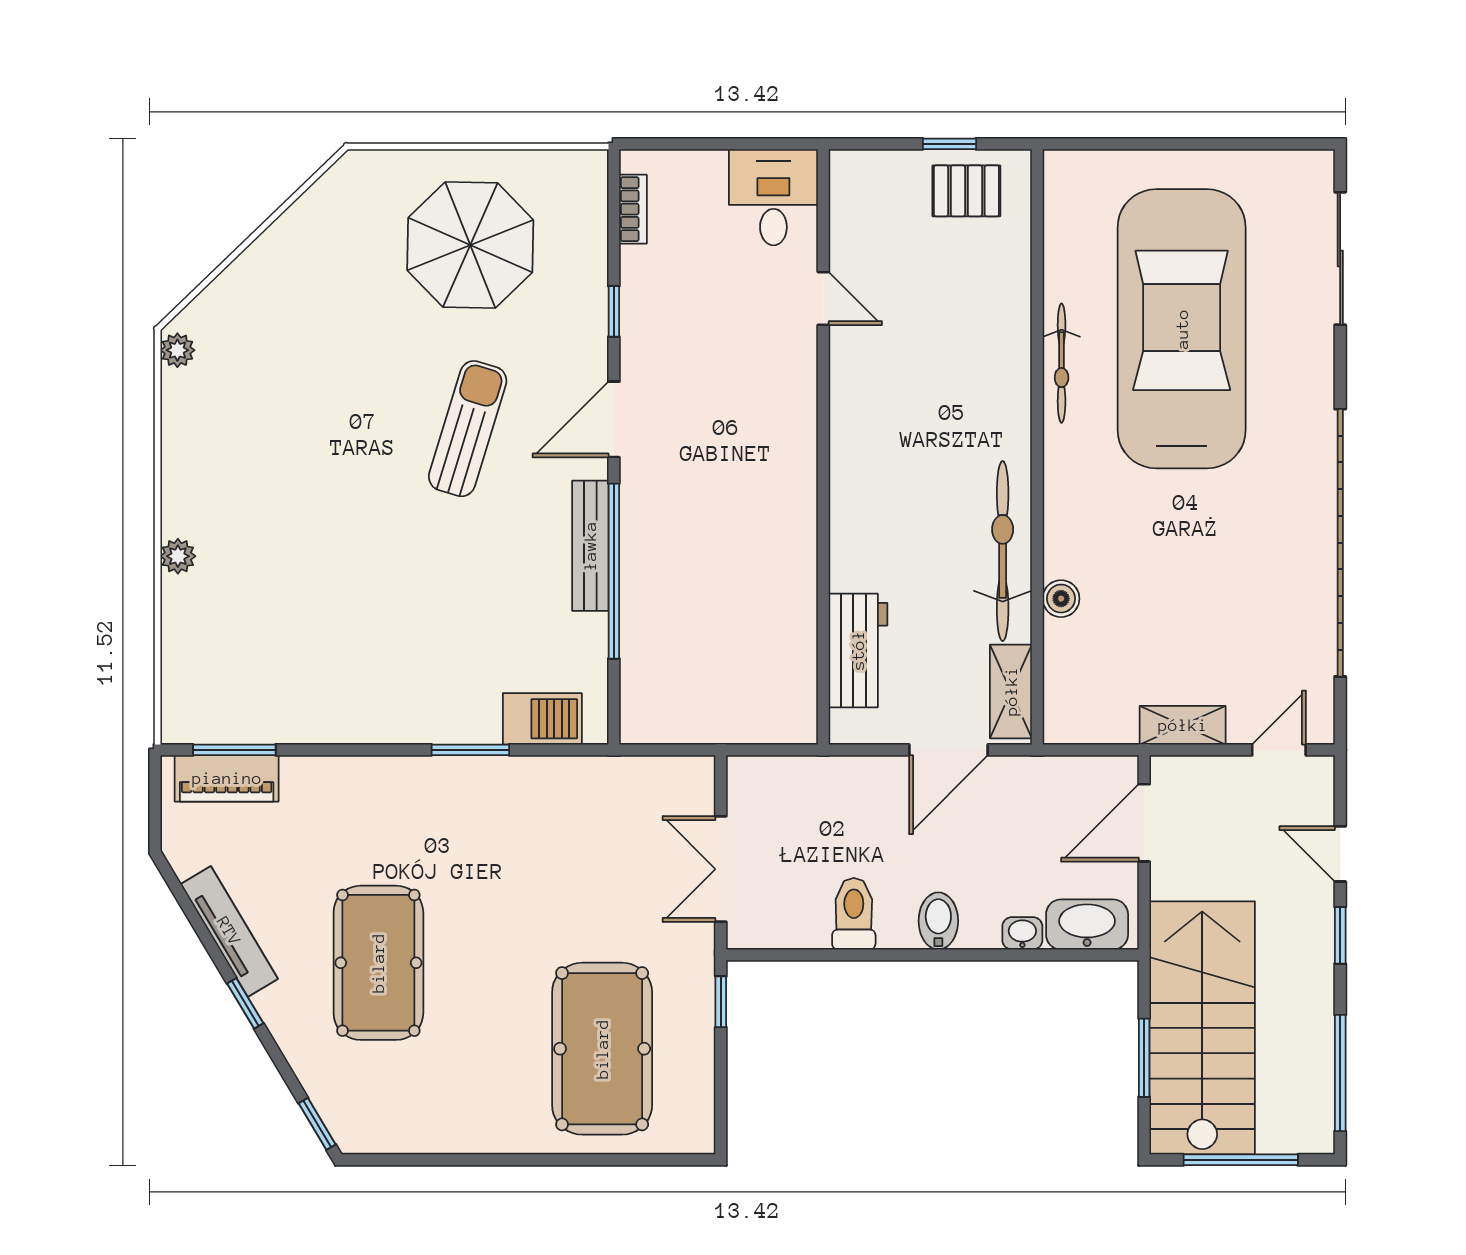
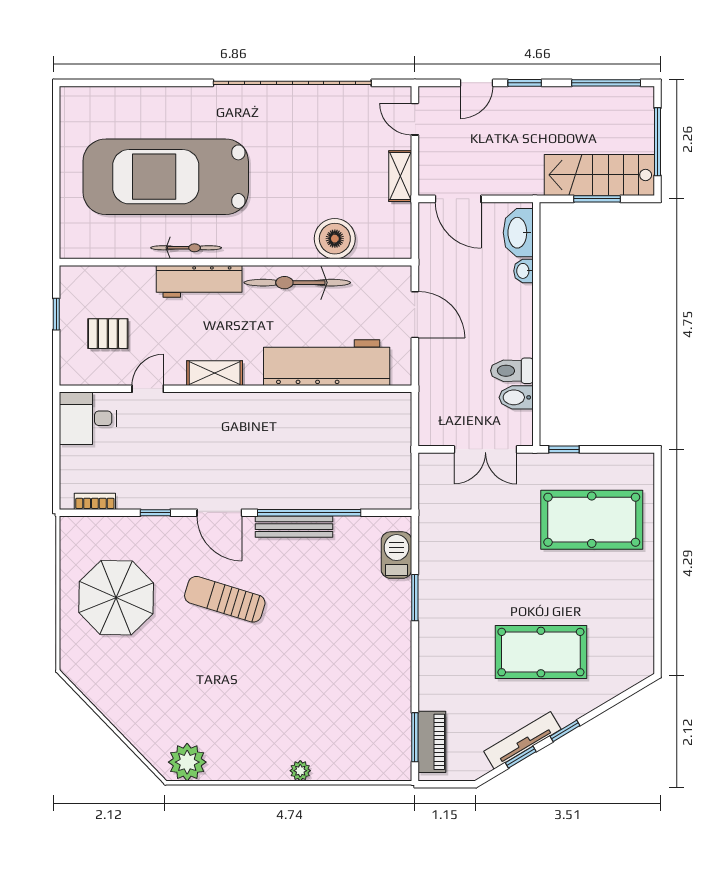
pallet: (966, 191) -> (108, 334), moved, turned 90
sliding door: (1340, 258) -> (124, 83), removed
plant: (177, 350) -> (187, 762), width x1.88, depth x1.88
workbench: (1005, 385) -> (199, 281), added
boiler: (1061, 599) -> (335, 239), width x1.86, depth x1.86
workbench: (858, 650) -> (327, 363), width x1.88, depth x1.32
shelving: (1011, 691) -> (215, 373), moved
bidet: (938, 921) -> (516, 397), moved
stairs: (1202, 1028) -> (599, 175), width x0.73, depth x0.66
window: (317, 1124) -> (521, 757), moved

